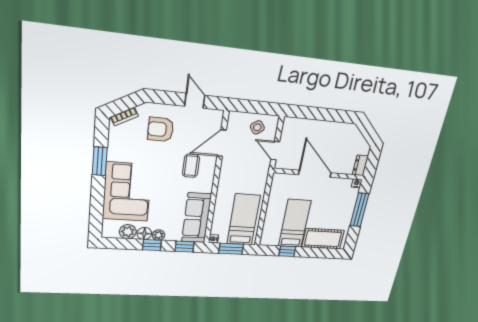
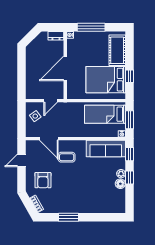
corner sofa: (127, 192) -> (89, 198), removed
bed: (295, 224) -> (106, 80), width x1.50
plant: (128, 232) -> (120, 195), removed

